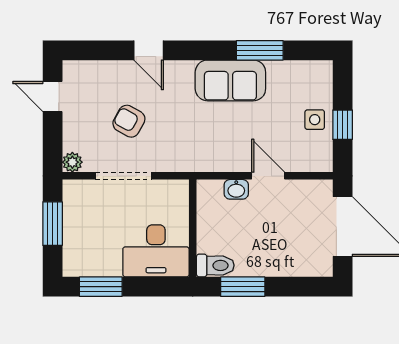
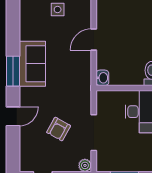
window: (260, 50) -> (13, 71), moved
washbasin: (236, 189) -> (102, 78), moved

